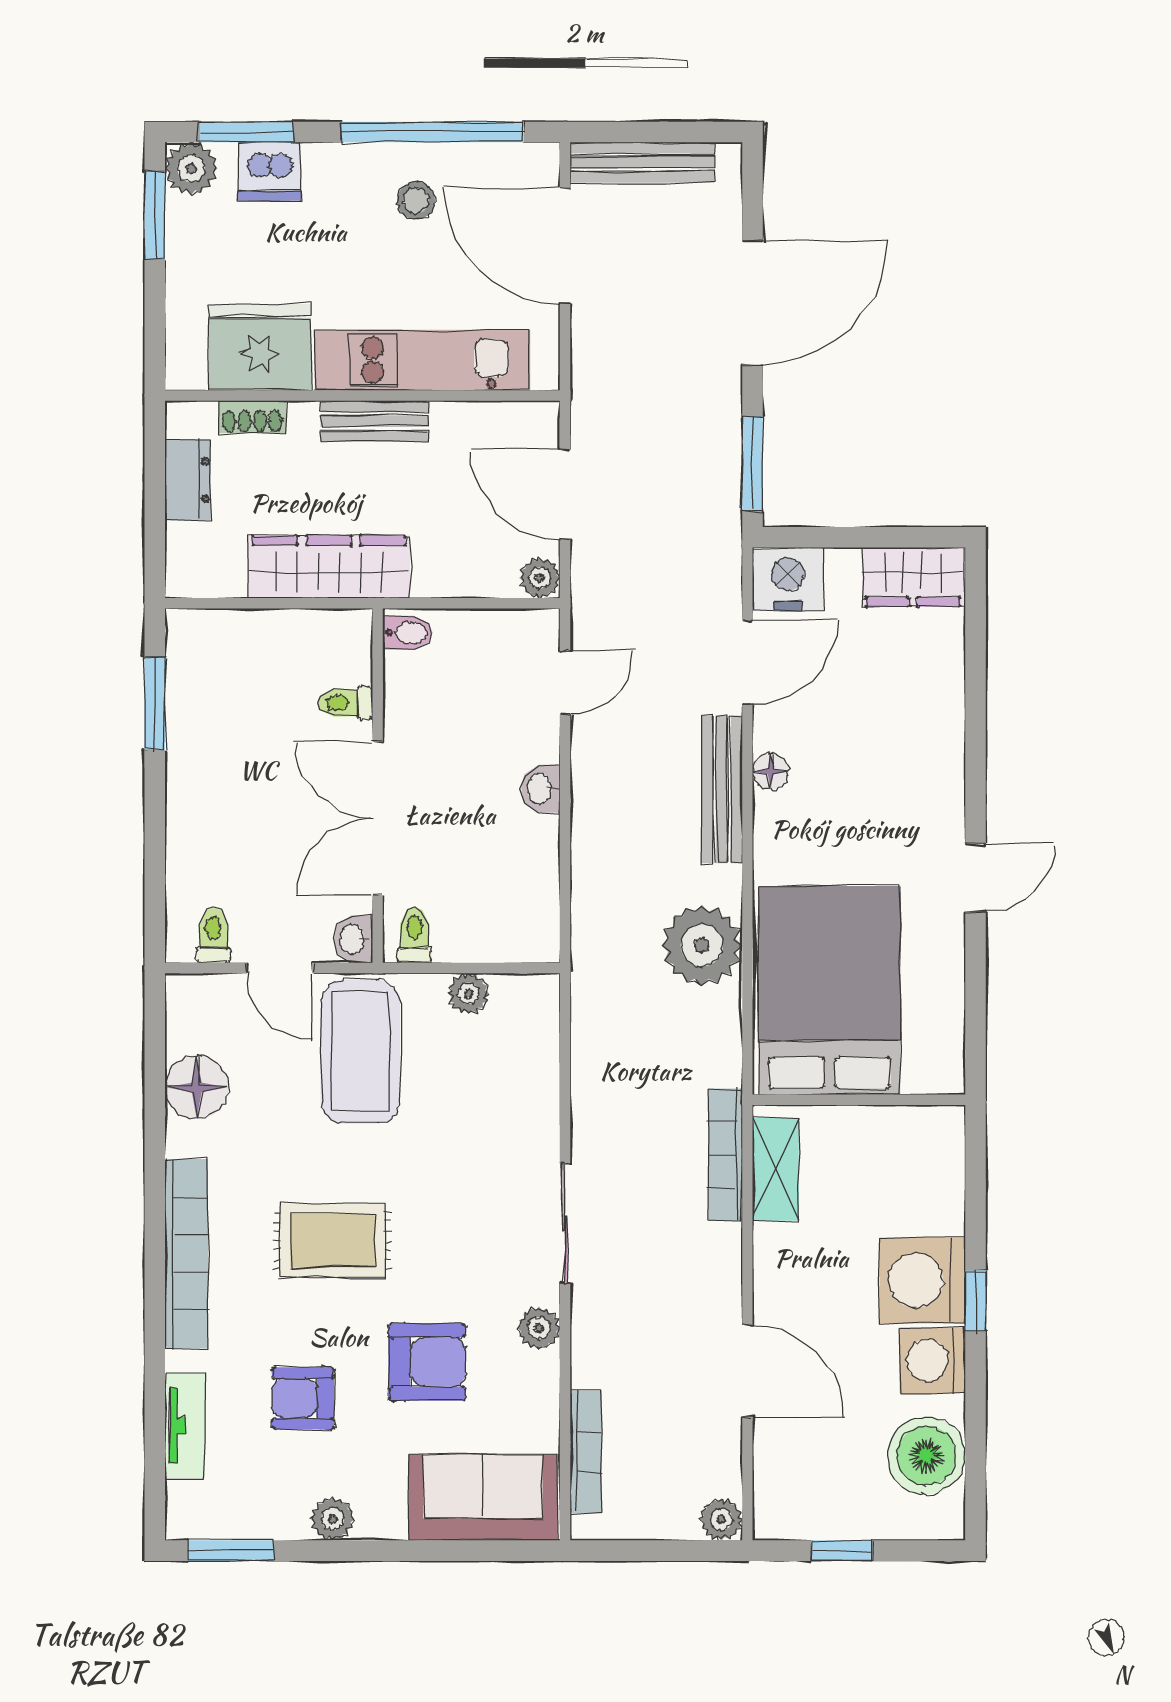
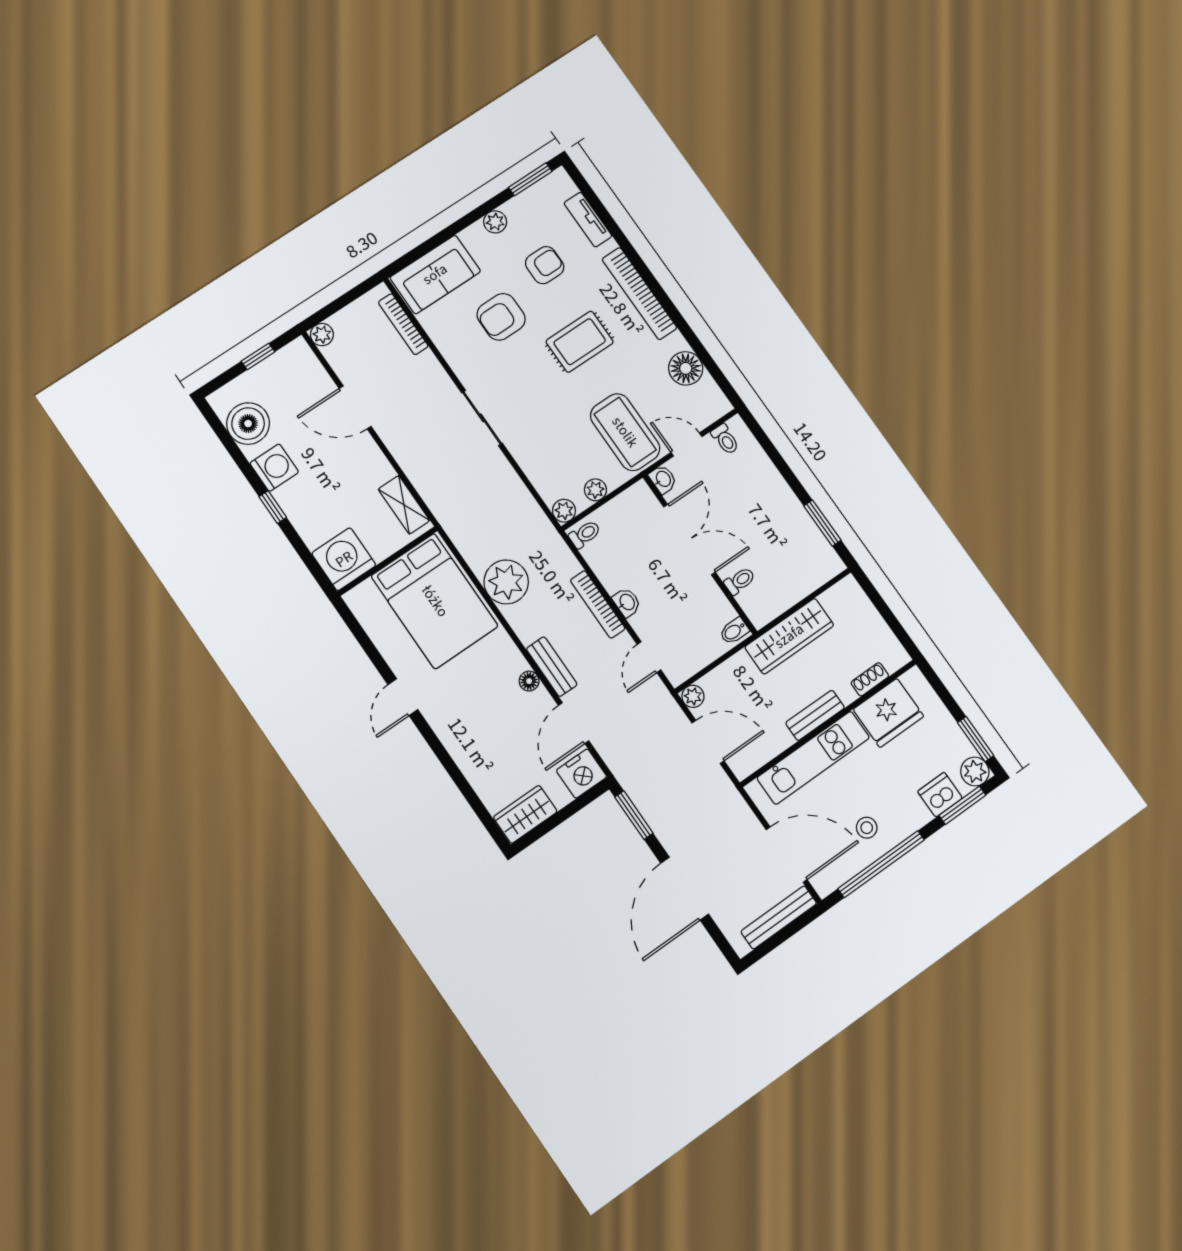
dresser: (188, 480) -> (878, 632), removed
bench: (722, 789) -> (552, 667), width x0.73
toilet: (415, 935) -> (585, 534), moved, turned -90
bookcase: (725, 1155) -> (598, 604), moved, turned 180
washing machine: (922, 1280) -> (344, 559), moved, turned -90
plant: (539, 1328) -> (564, 511), moved

